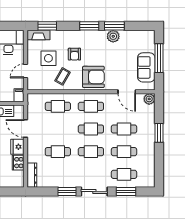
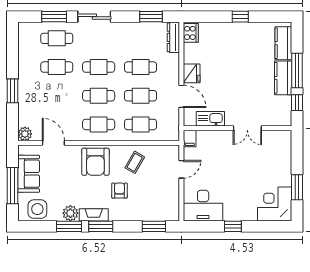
fireplace: (38, 35) -> (94, 215), moved
side table: (48, 58) -> (37, 209), moved
armchair: (93, 77) -> (95, 162), turned -90
cafe table: (124, 129) -> (141, 96), moved
cooker: (18, 163) -> (191, 33), moved
window: (67, 192) -> (151, 17), moved

